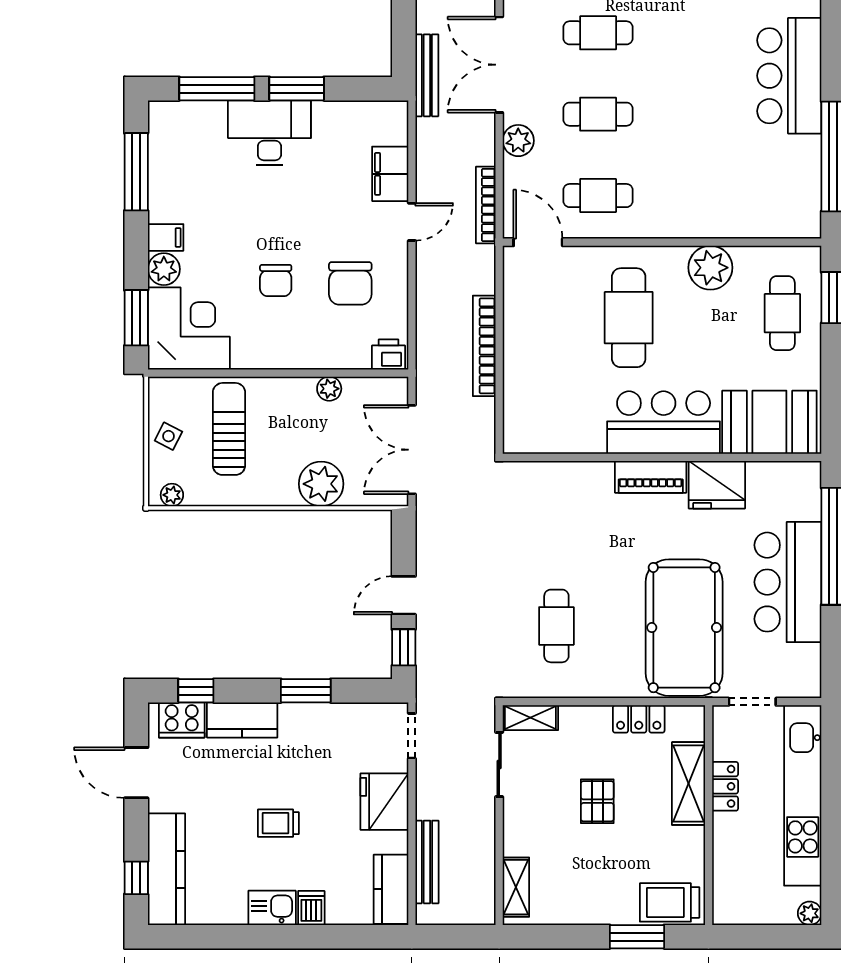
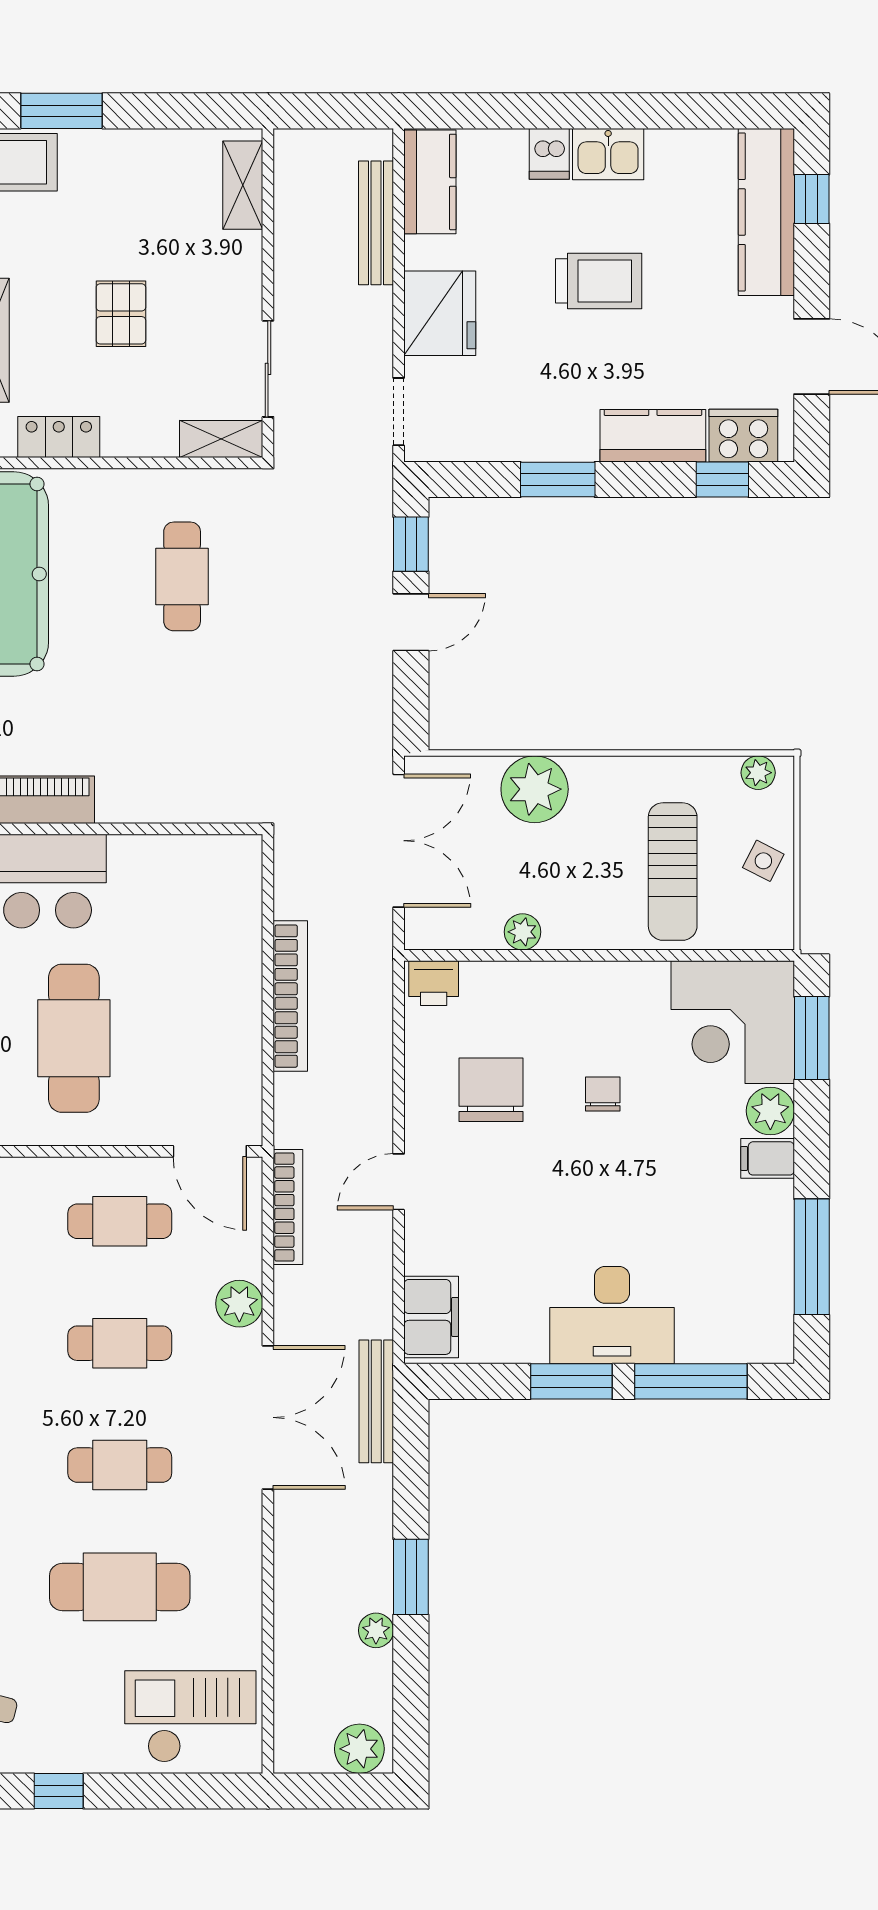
filing cabinet: (390, 174) -> (431, 1317), moved
chair: (276, 280) -> (603, 1094), width x0.73, depth x0.73
trolley: (278, 823) -> (599, 281), width x1.36, depth x1.39

